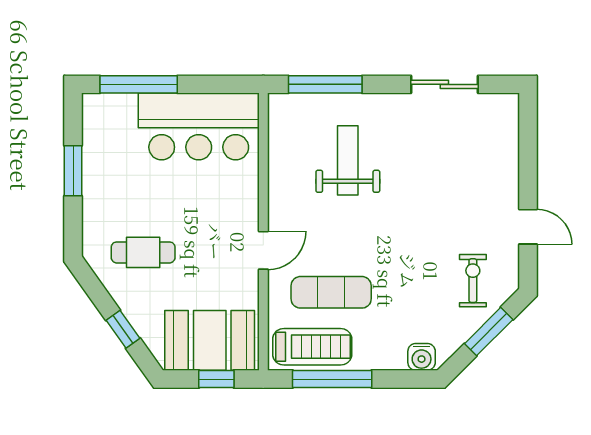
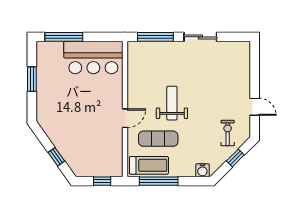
sliding door: (444, 84) -> (200, 37), moved
weight bench: (348, 160) -> (172, 103), moved
cafe table: (143, 252) -> (66, 119), removed
window: (489, 332) -> (235, 158), width x0.67
booth: (210, 340) -> (99, 162), removed

